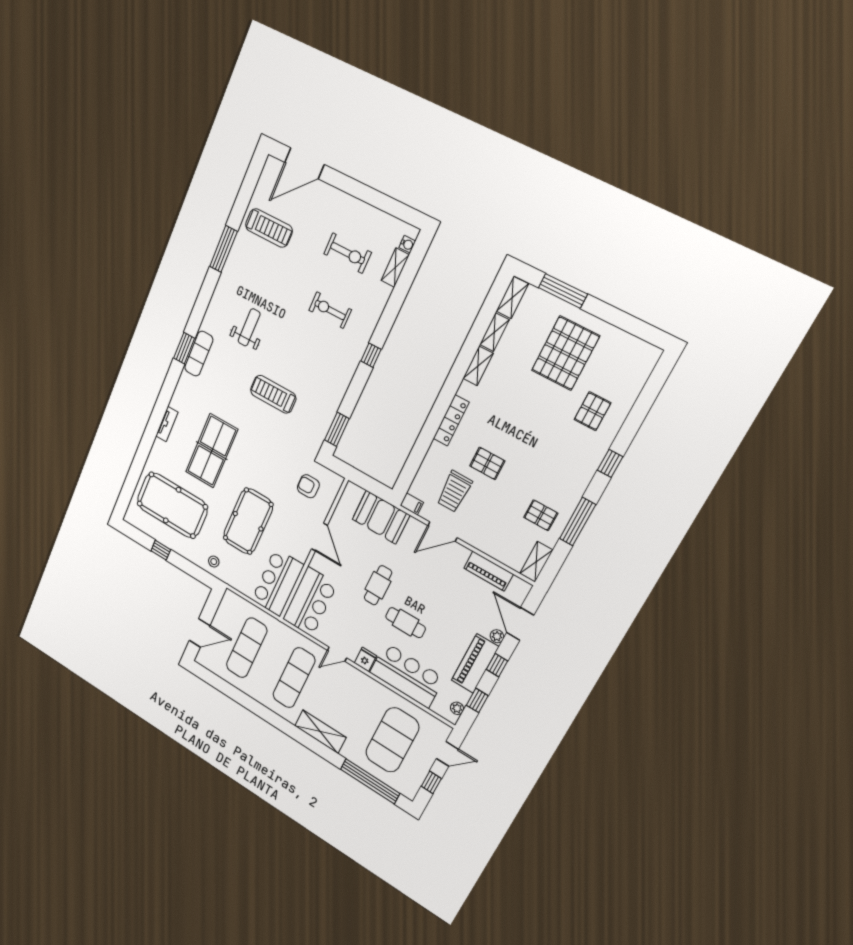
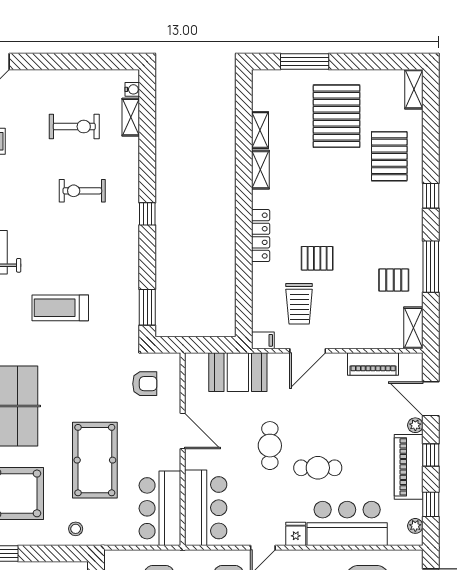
shelving: (512, 298) -> (414, 89), moved
pallet: (592, 411) -> (389, 156), width x1.50, depth x1.42
armchair: (308, 486) -> (145, 384), turned 180

